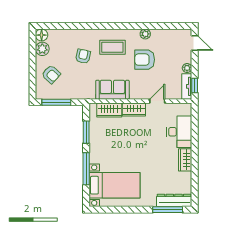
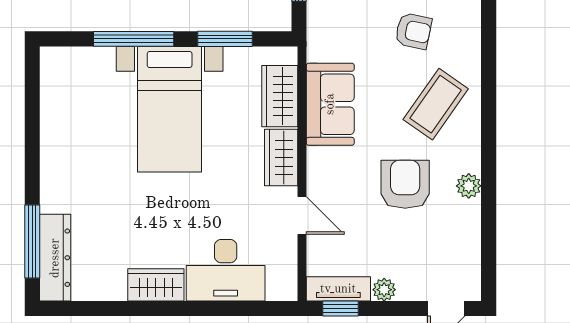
coffee table: (112, 47) -> (436, 104), turned 35
bed with nightstands: (114, 185) -> (170, 109), moved

